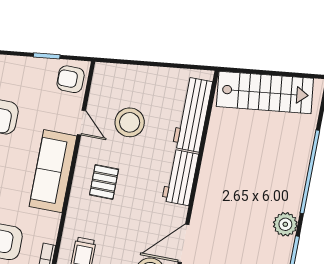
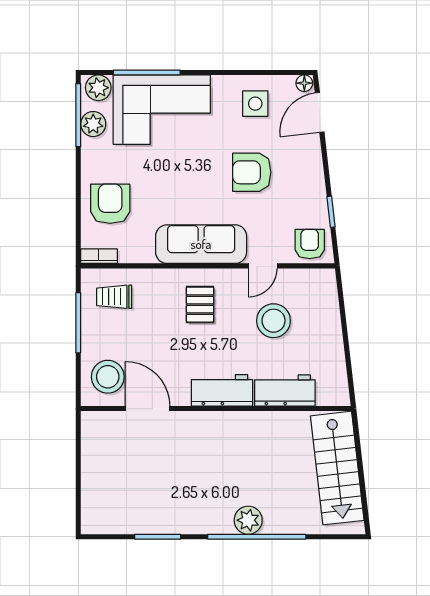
workbench: (192, 114) -> (285, 390), width x0.73
pallet: (104, 182) -> (200, 305), turned 90
plant: (285, 224) -> (248, 520), moved

